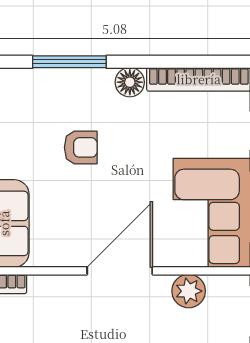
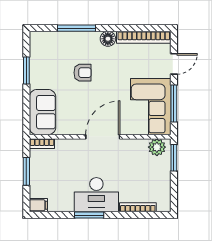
plant: (189, 291) -> (157, 147), moved

